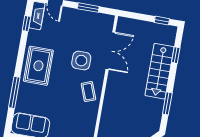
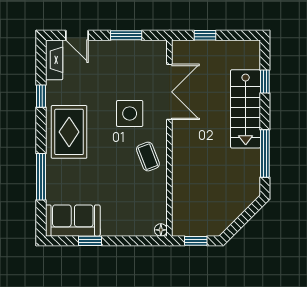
window: (162, 21) -> (205, 35), moved
window: (26, 23) -> (41, 96), moved
window: (167, 103) -> (265, 154), width x1.44

